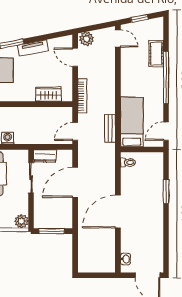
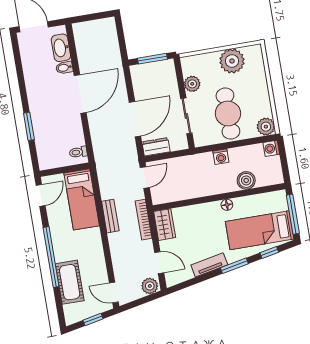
cot: (156, 53) -> (70, 282), width x1.37, depth x1.34
wardrobe: (49, 94) -> (165, 225), moved, turned -90
floor lamp: (9, 97) -> (227, 205), added
bench: (110, 129) -> (110, 216), moved
dresser: (45, 156) -> (156, 147), moved
plant: (22, 221) -> (192, 84), moved
bidet: (128, 236) -> (64, 68), added
washbasin: (125, 259) -> (61, 48), width x1.91, depth x1.45

